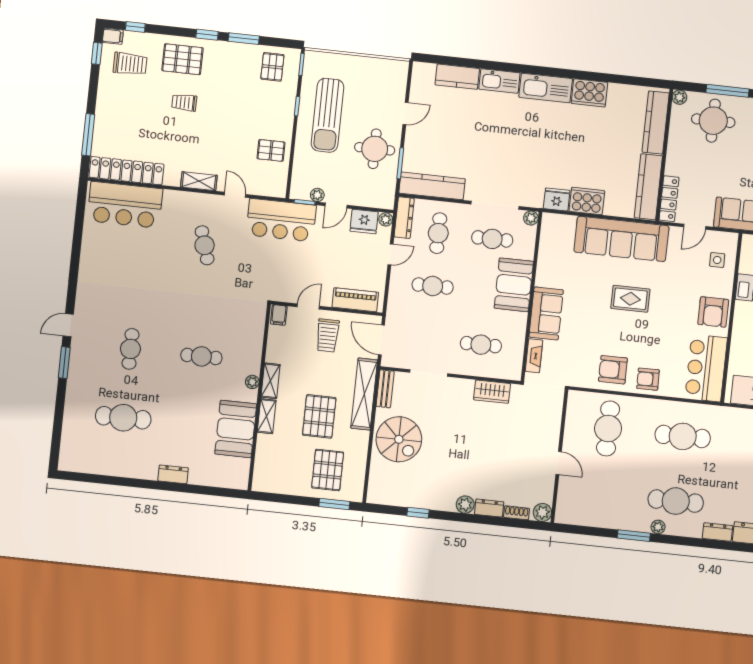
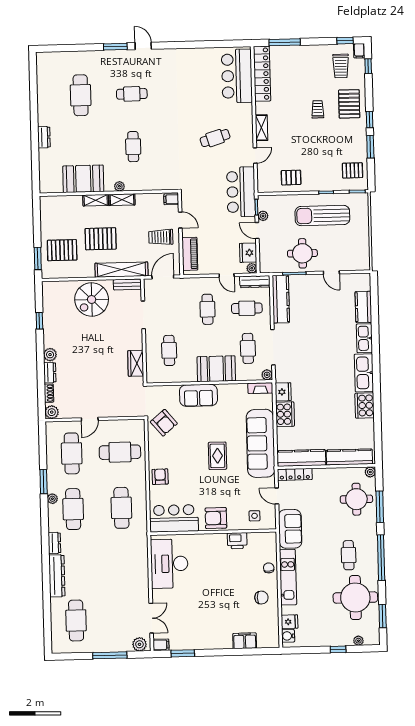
pallet: (271, 150) -> (291, 178), turned 90
fireplace: (534, 356) -> (260, 388), moved
armchair: (613, 370) -> (164, 423), moved, turned 140
cafe table: (601, 493) -> (72, 453), added

